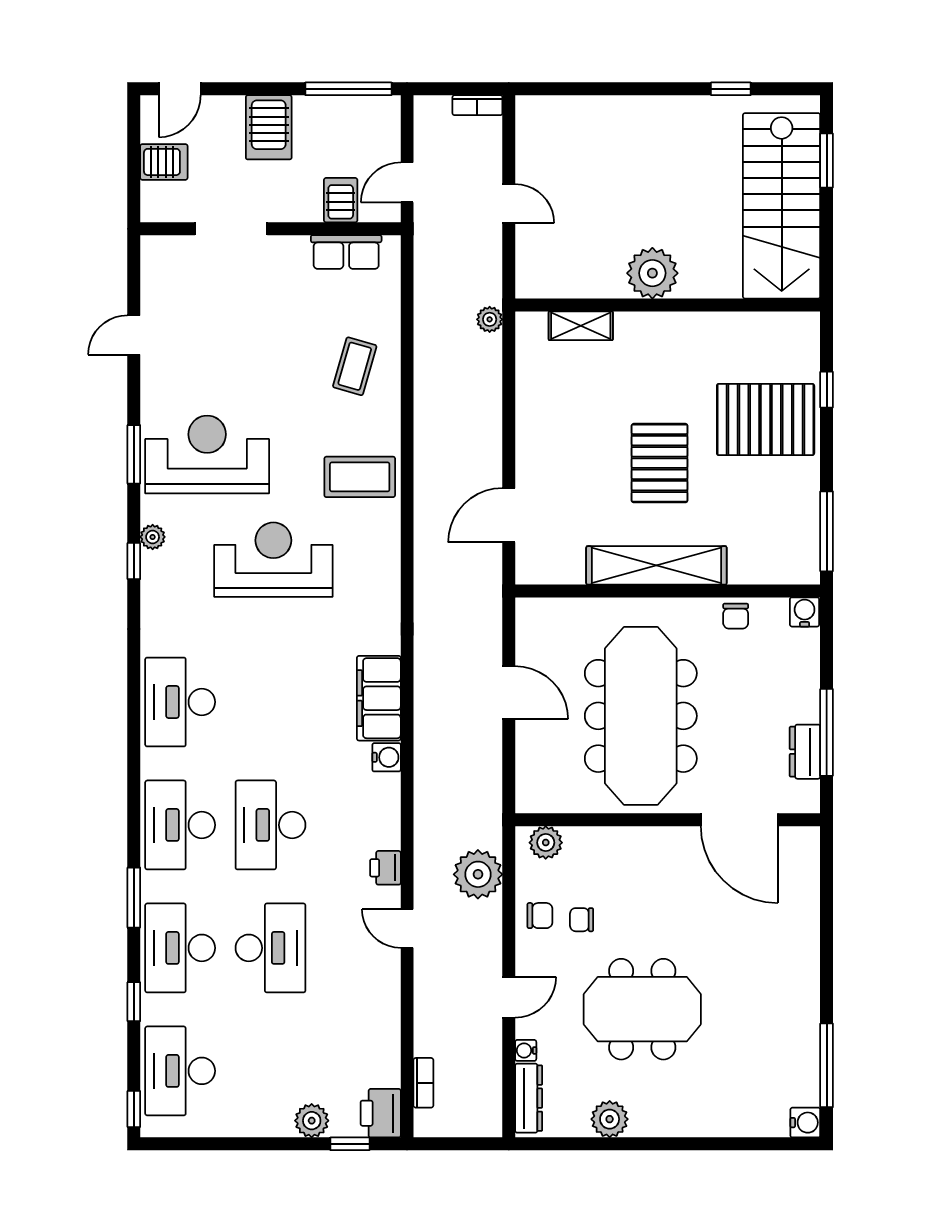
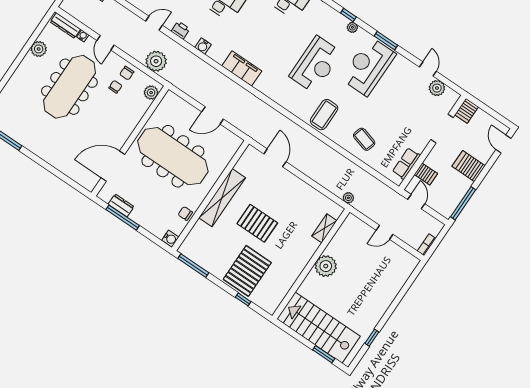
server rack: (164, 162) -> (467, 111), moved
plant: (159, 292) -> (437, 88), added
reception desk: (207, 455) -> (368, 66), turned 180
water cooler: (387, 757) -> (203, 46), moved
meeting table: (642, 1009) -> (69, 87), width x1.36

